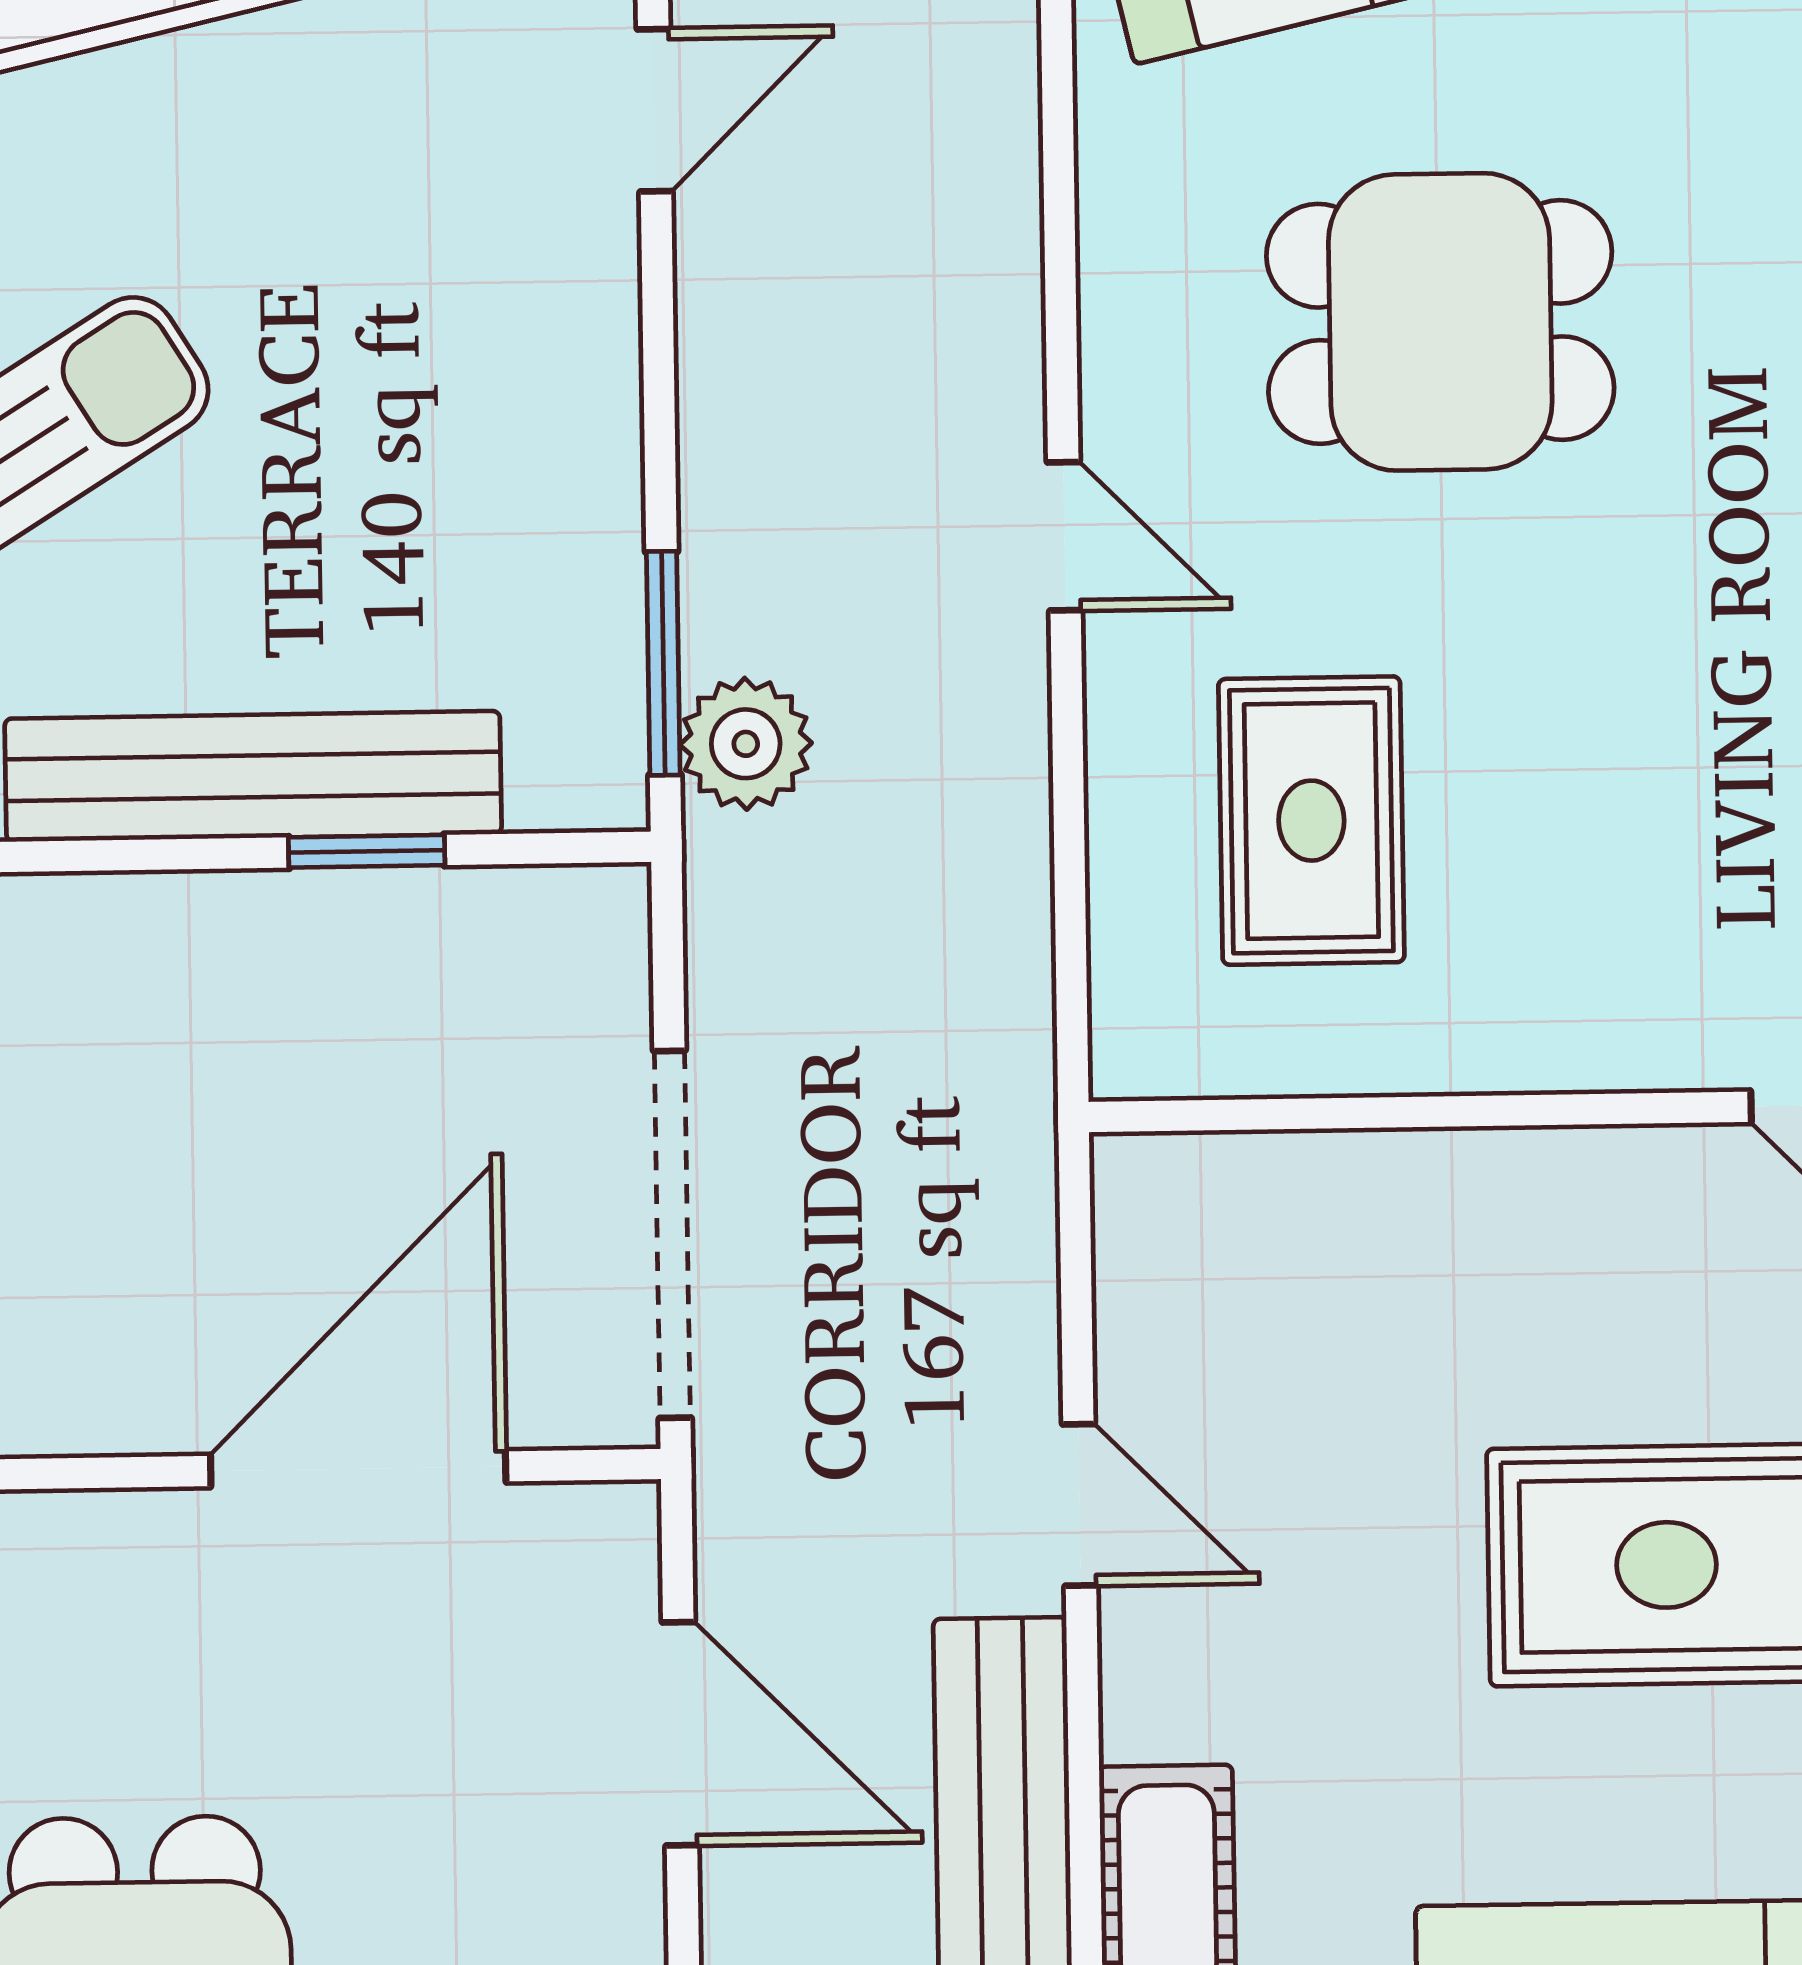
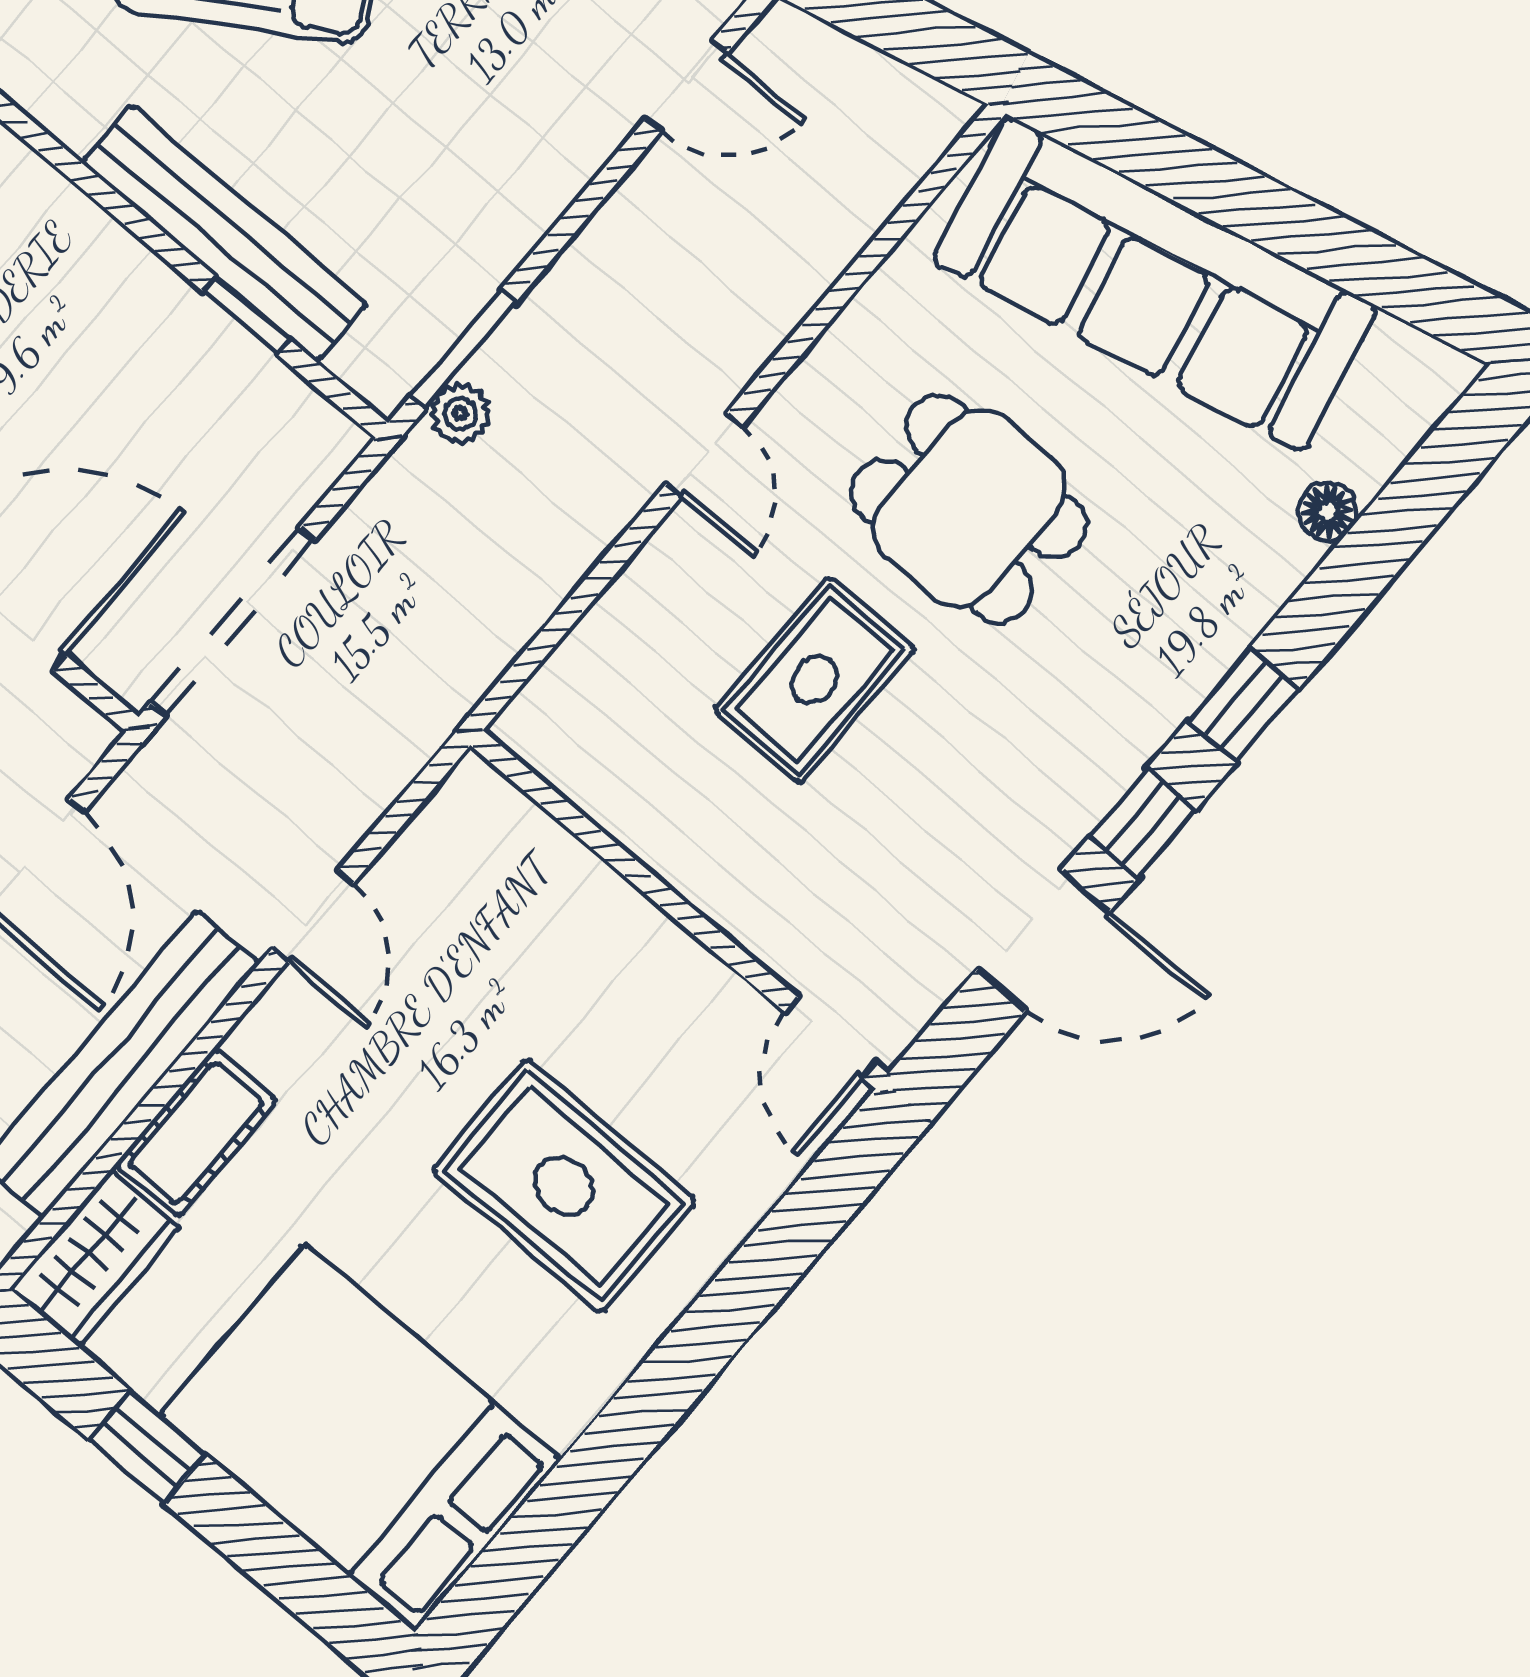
plant: (746, 744) -> (460, 414), width x0.73, depth x0.73
rug: (1311, 821) -> (814, 680), moved

